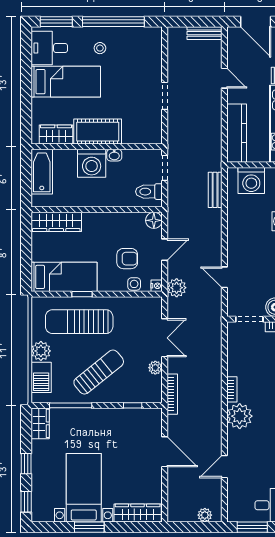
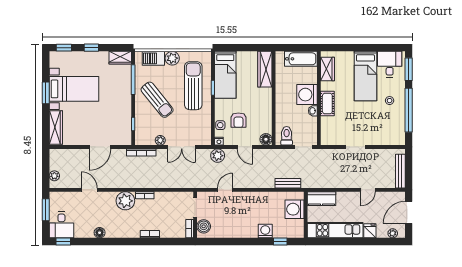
bench: (204, 33) -> (400, 171), width x1.36
cot: (98, 132) -> (327, 104), width x0.73, depth x0.75
kitchen counter: (237, 133) -> (321, 199), width x0.67

